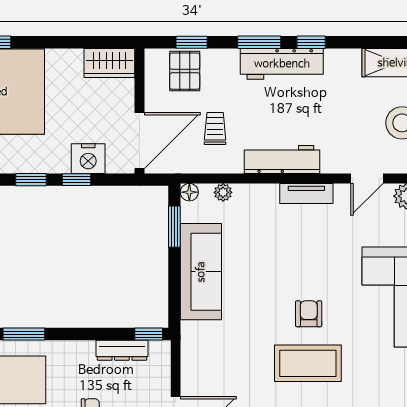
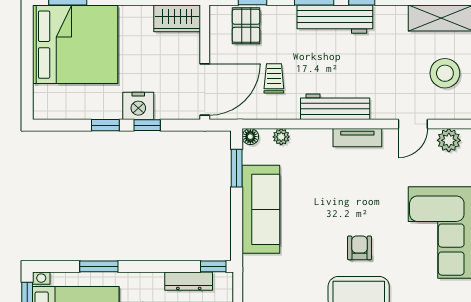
nightstand: (88, 159) -> (138, 106), moved

